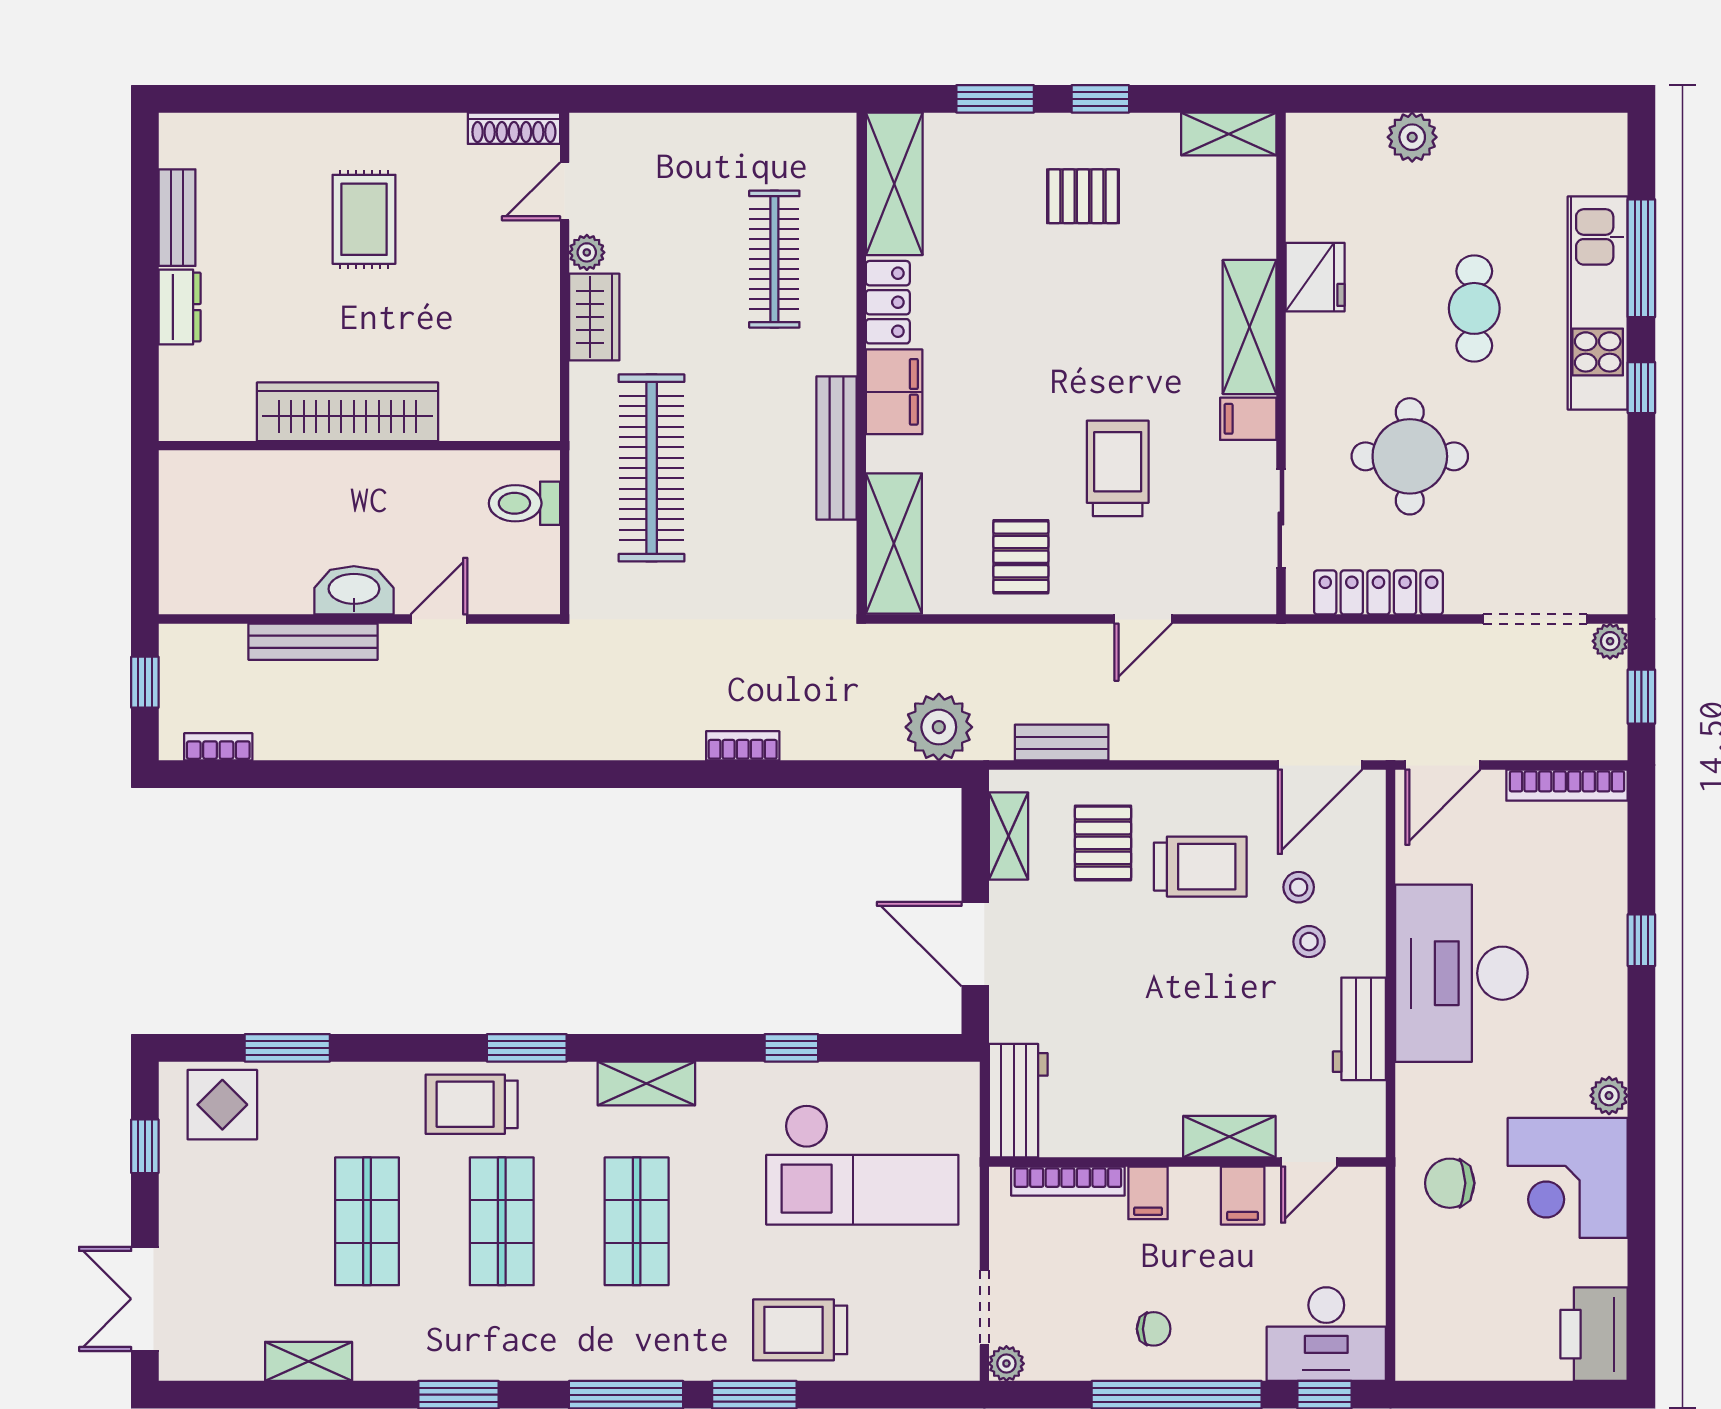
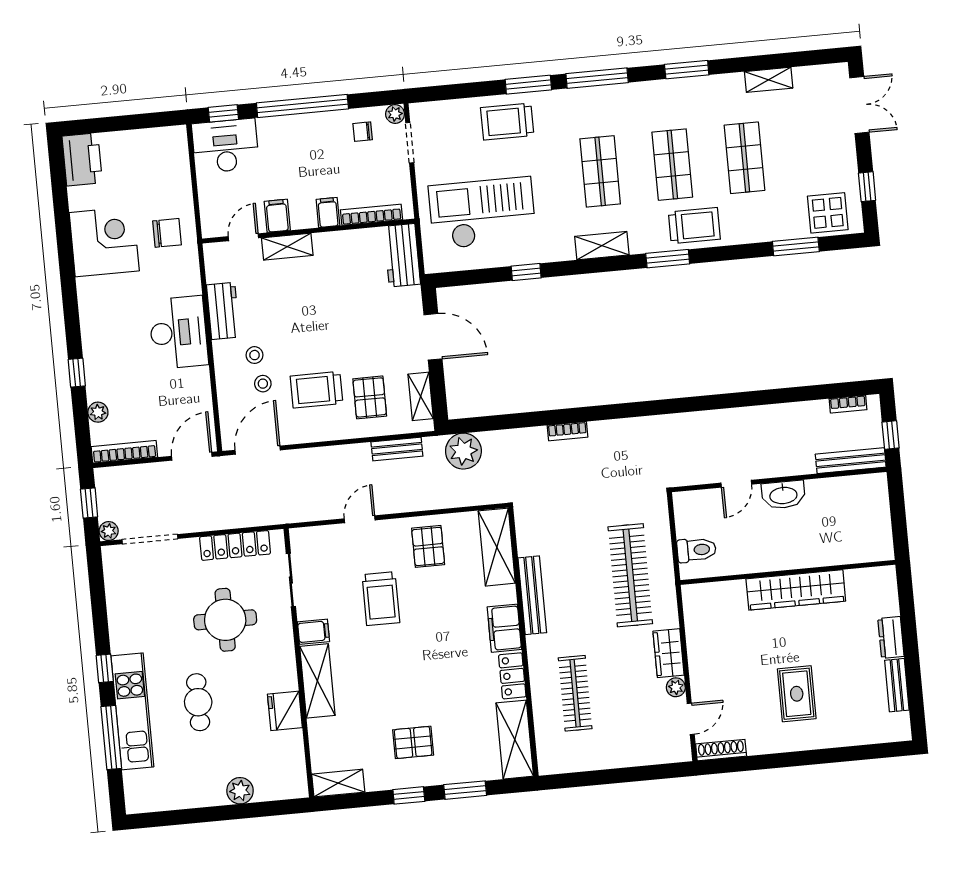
bench: (313, 642) -> (851, 461), moved
desk: (1461, 973) -> (178, 332), width x0.73, depth x0.77
plant: (1609, 1096) -> (98, 412), moved
chair: (1154, 1329) -> (363, 132), moved
trolley: (800, 1330) -> (507, 122), turned 180

